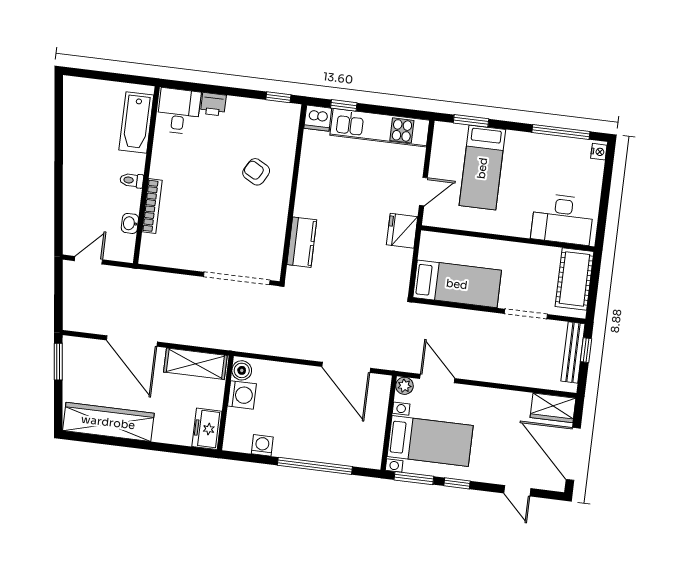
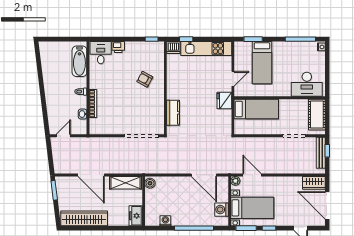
bed: (457, 284) -> (256, 109), moved
washing machine: (242, 395) -> (222, 210), moved, turned 180

